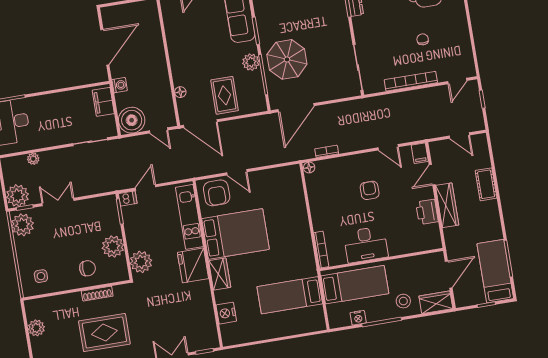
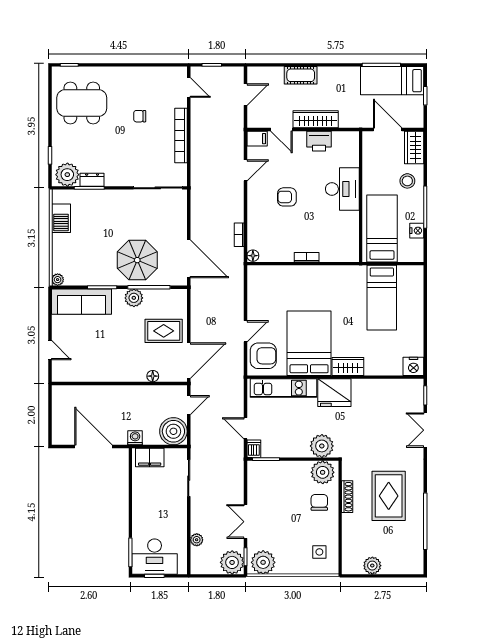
desk: (366, 244) -> (342, 189), moved
plant: (113, 247) -> (323, 472), moved
bookcase: (321, 250) -> (307, 257), moved, width x0.64
nightstand: (226, 313) -> (413, 366), moved

